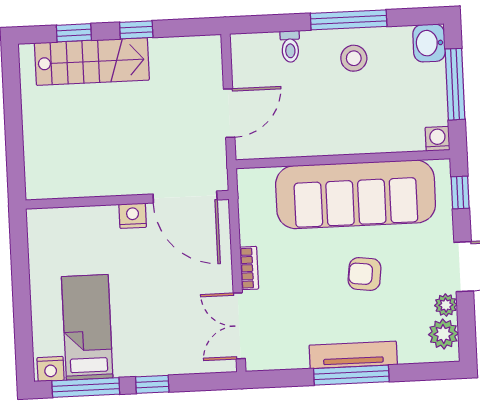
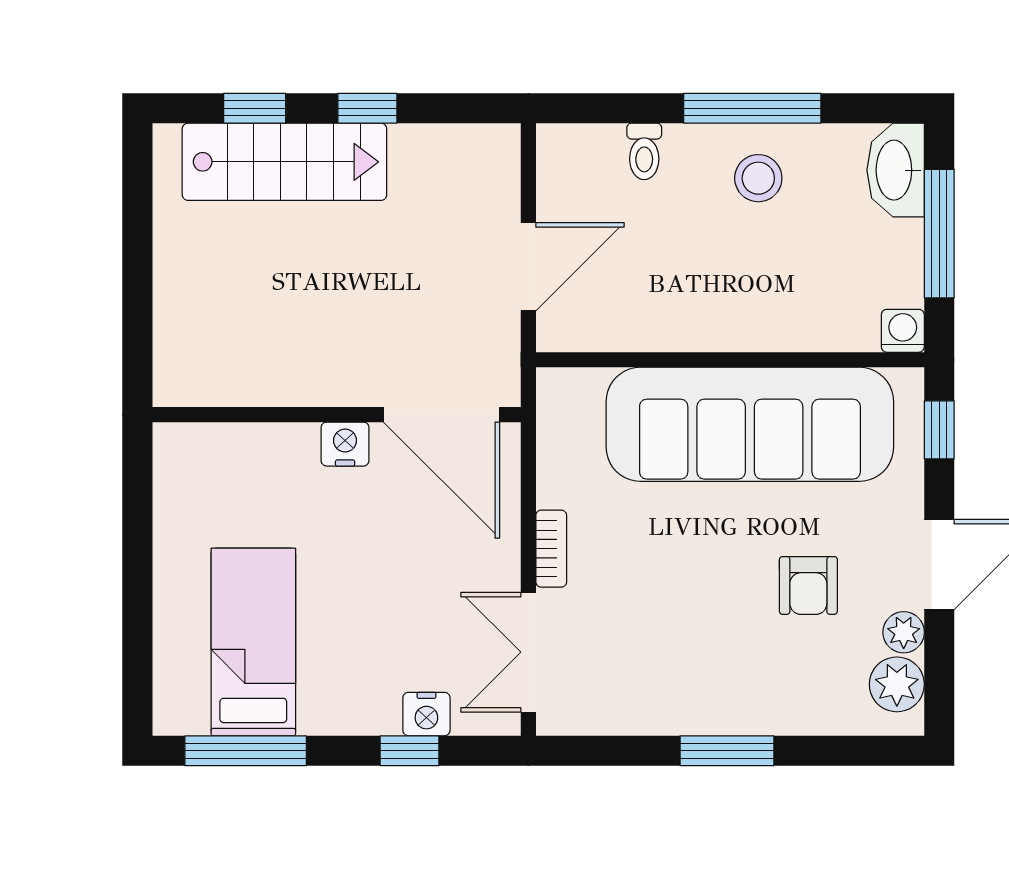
washbasin: (429, 43) -> (896, 170), width x1.38
armchair: (365, 274) -> (808, 585), moved, turned -97
tv unit: (353, 355) -> (732, 714), removed
nightstand: (51, 369) -> (426, 714), moved
window: (351, 375) -> (727, 751), width x0.69
window: (152, 384) -> (410, 751), moved

